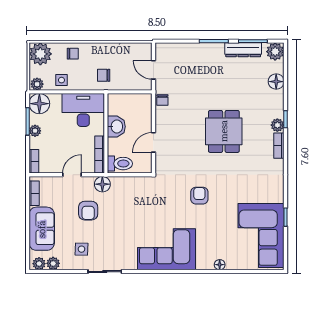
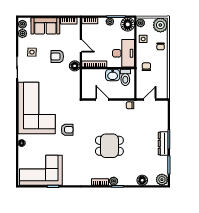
dresser: (243, 50) -> (163, 144), moved
toilet: (120, 164) -> (125, 77), moved
corner sofa: (166, 249) -> (37, 108), width x1.36, depth x1.36

